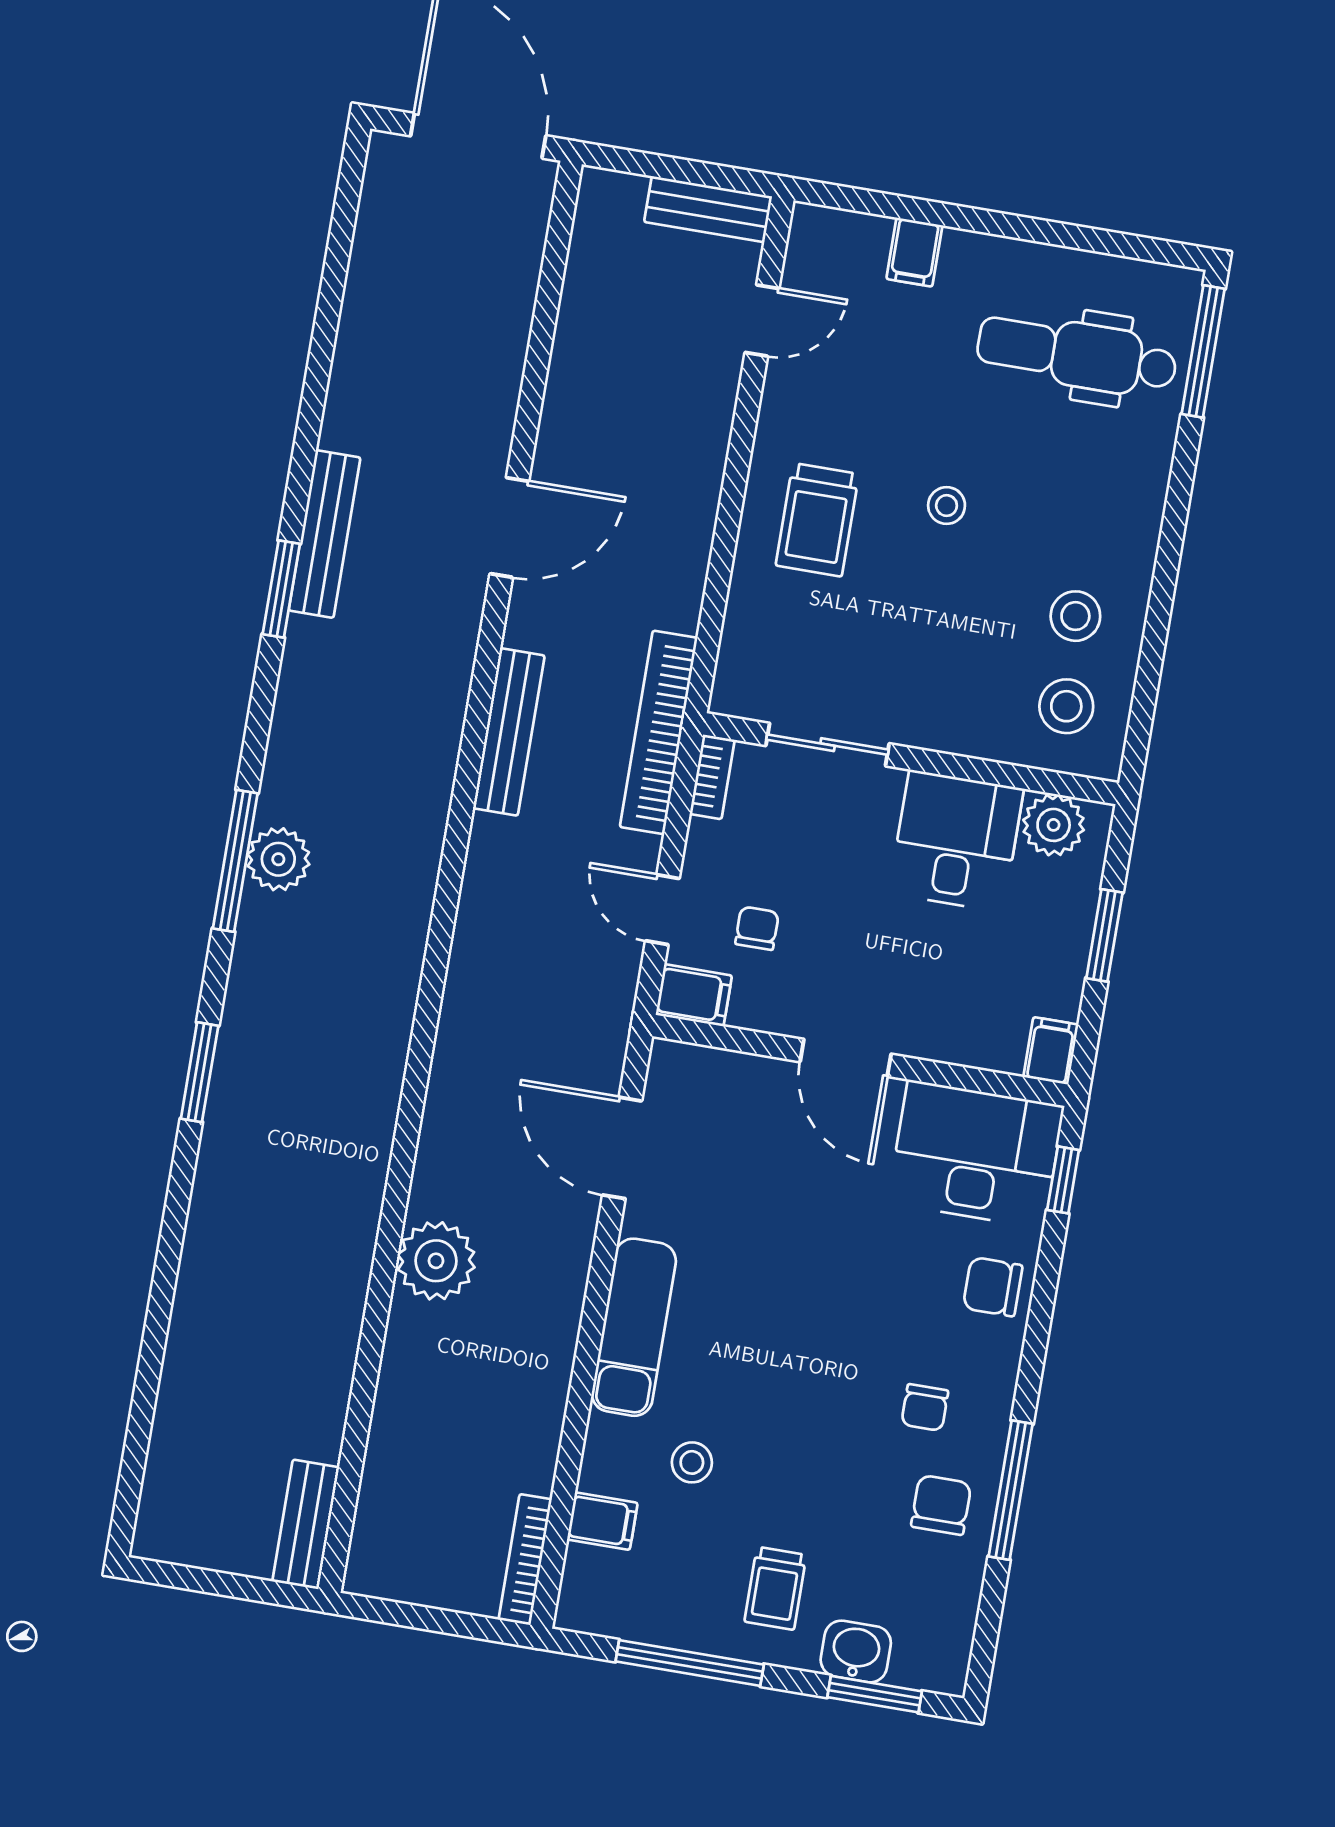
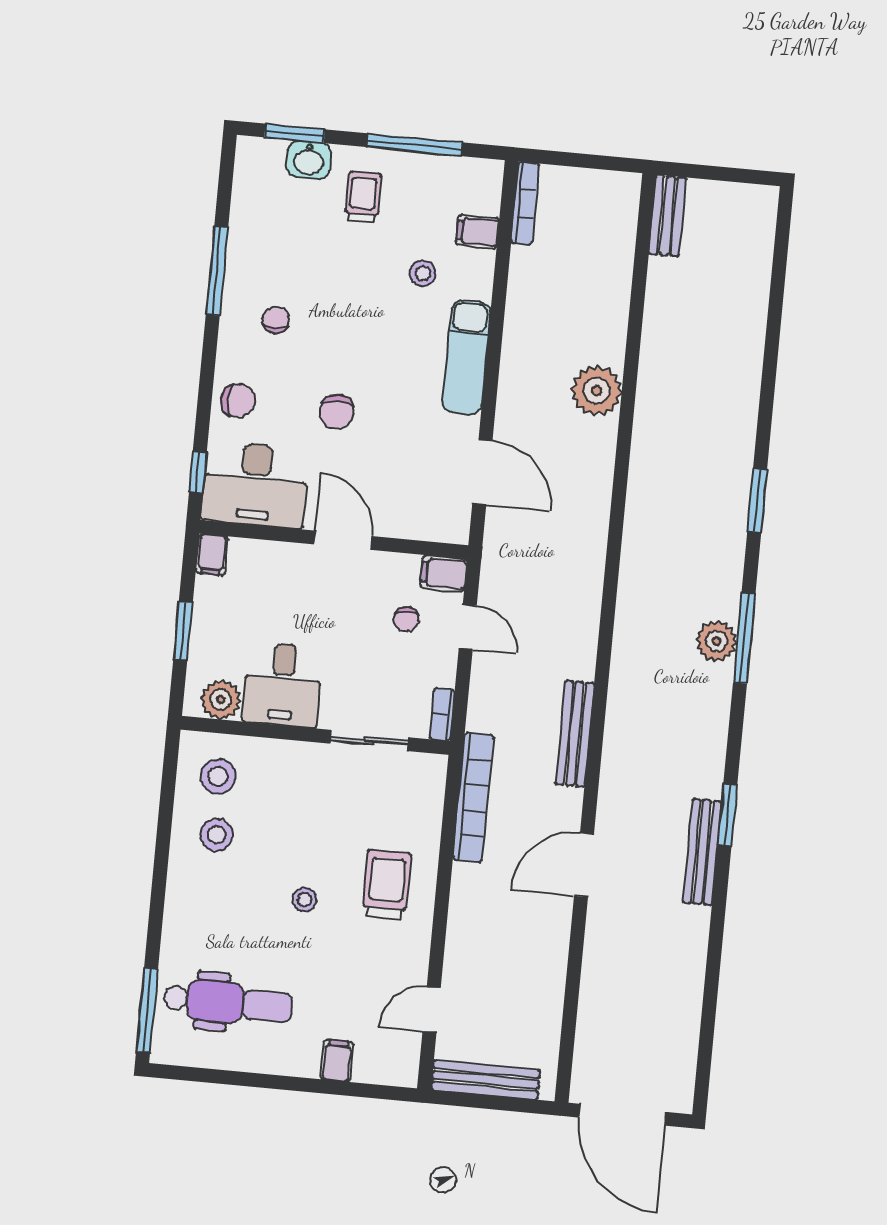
bench: (708, 209) -> (486, 1080), width x1.36
bookcase: (659, 732) -> (473, 797), moved
chair: (941, 1505) -> (337, 412), moved

